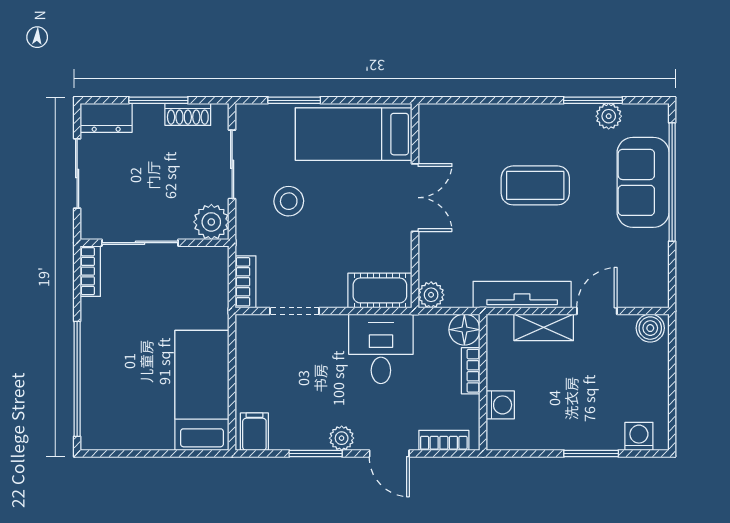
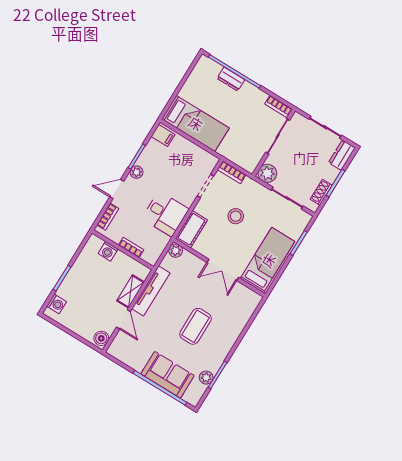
stool: (289, 201) -> (236, 216), moved
floor lamp: (464, 330) -> (151, 256), removed
dresser: (93, 377) -> (231, 79), added

